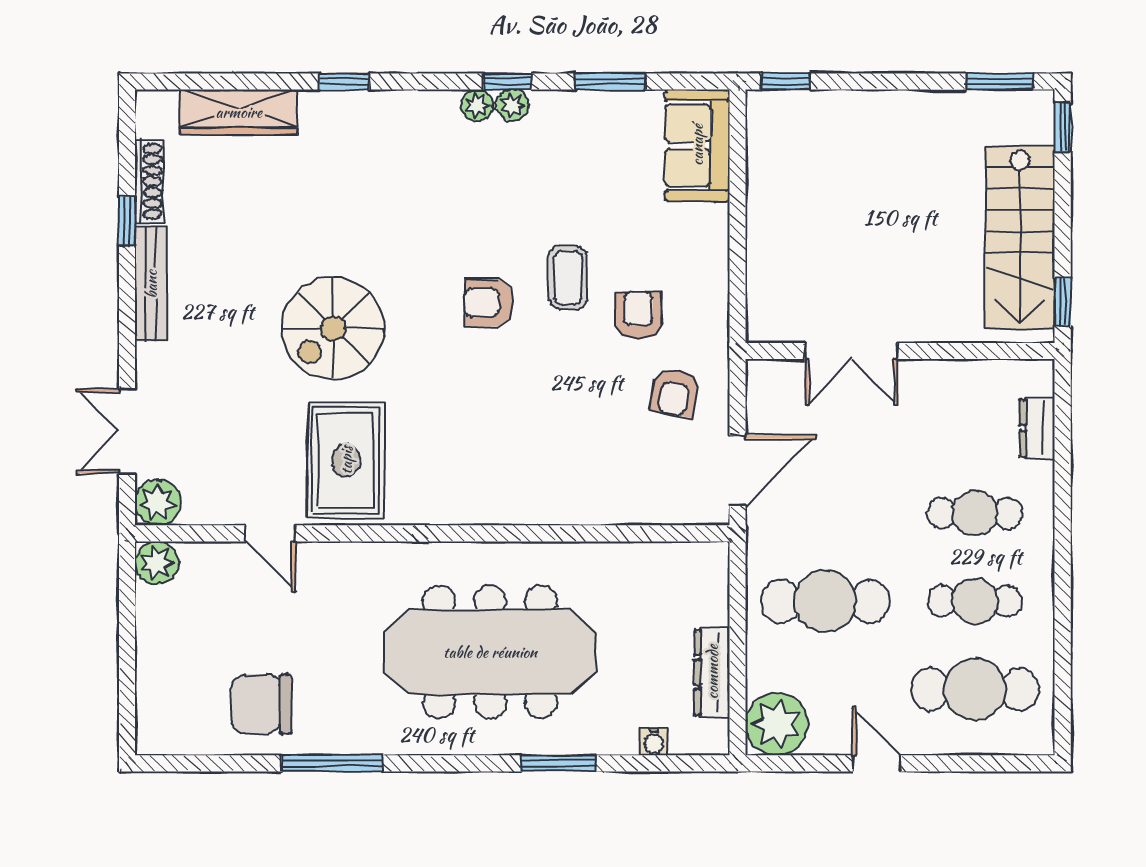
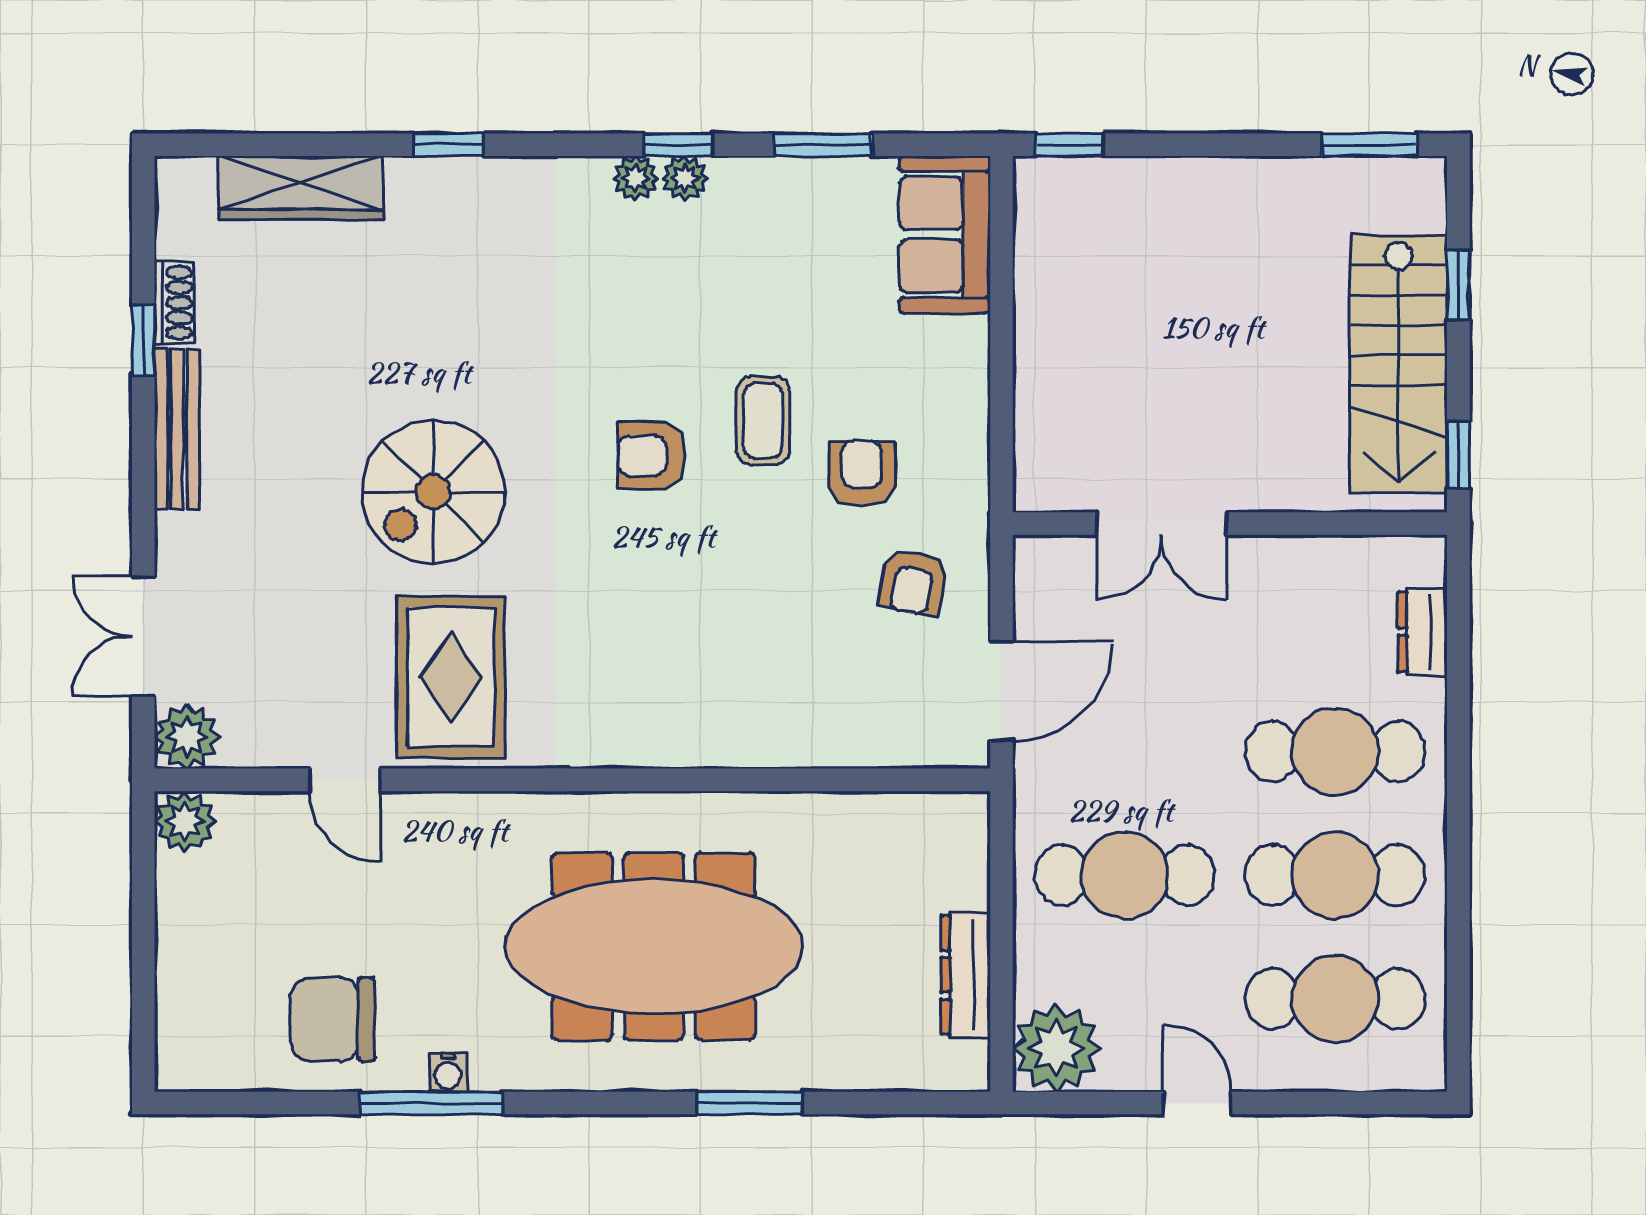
window: (1063, 127) -> (1458, 285), moved
shoe rack: (149, 181) -> (174, 303), width x0.70
cafe table: (975, 513) -> (1335, 752), width x1.37, depth x1.35
cafe table: (975, 601) -> (1335, 875), width x1.37, depth x1.35
water cooler: (654, 742) -> (448, 1072), moved

